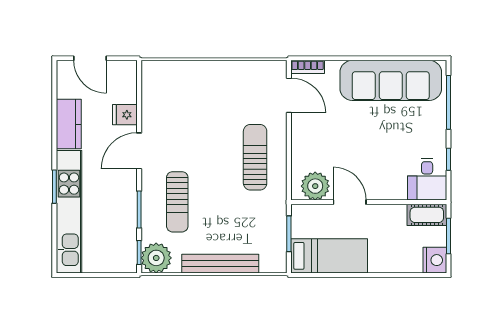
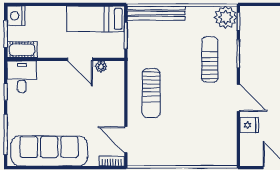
door: (139, 151) -> (238, 98), hinge flipped
plant: (315, 186) -> (101, 66), width x0.53, depth x0.53
bench: (220, 264) -> (156, 13), moved

